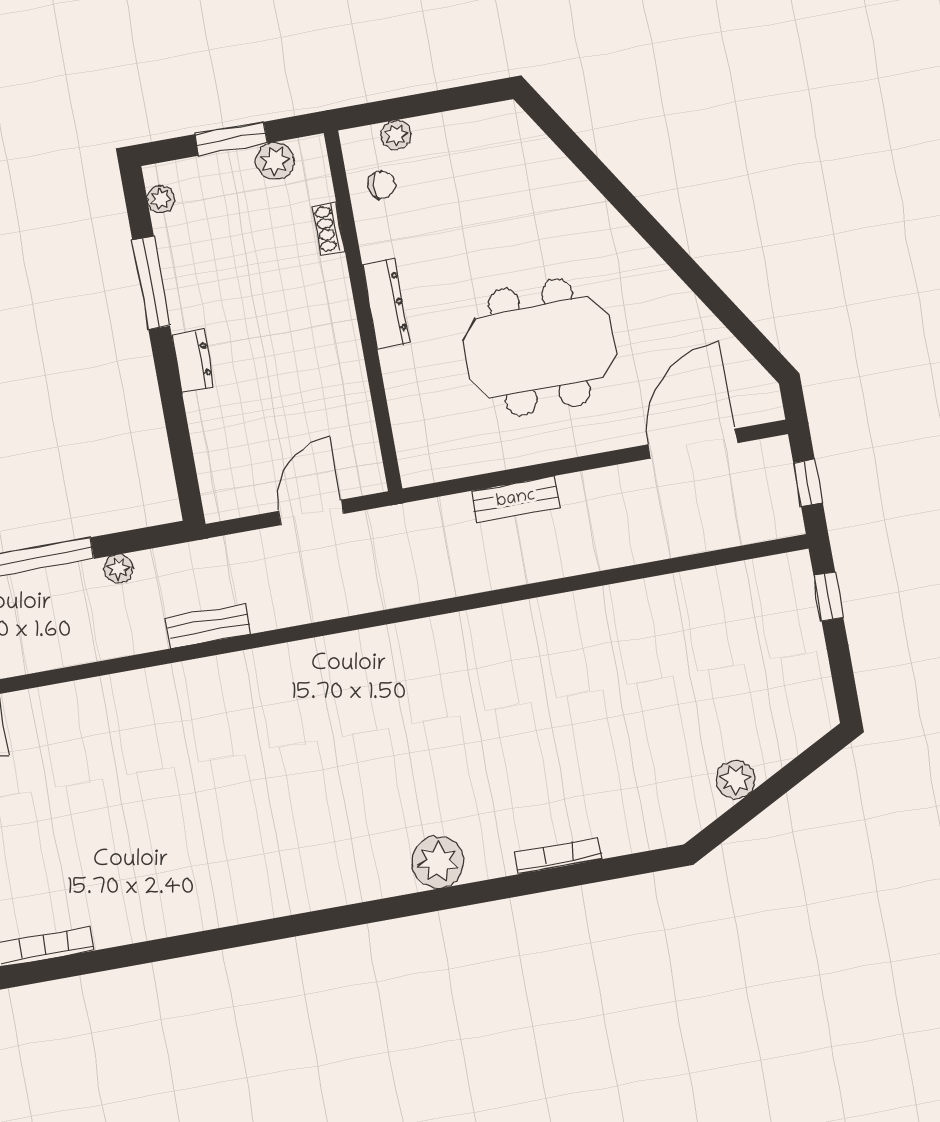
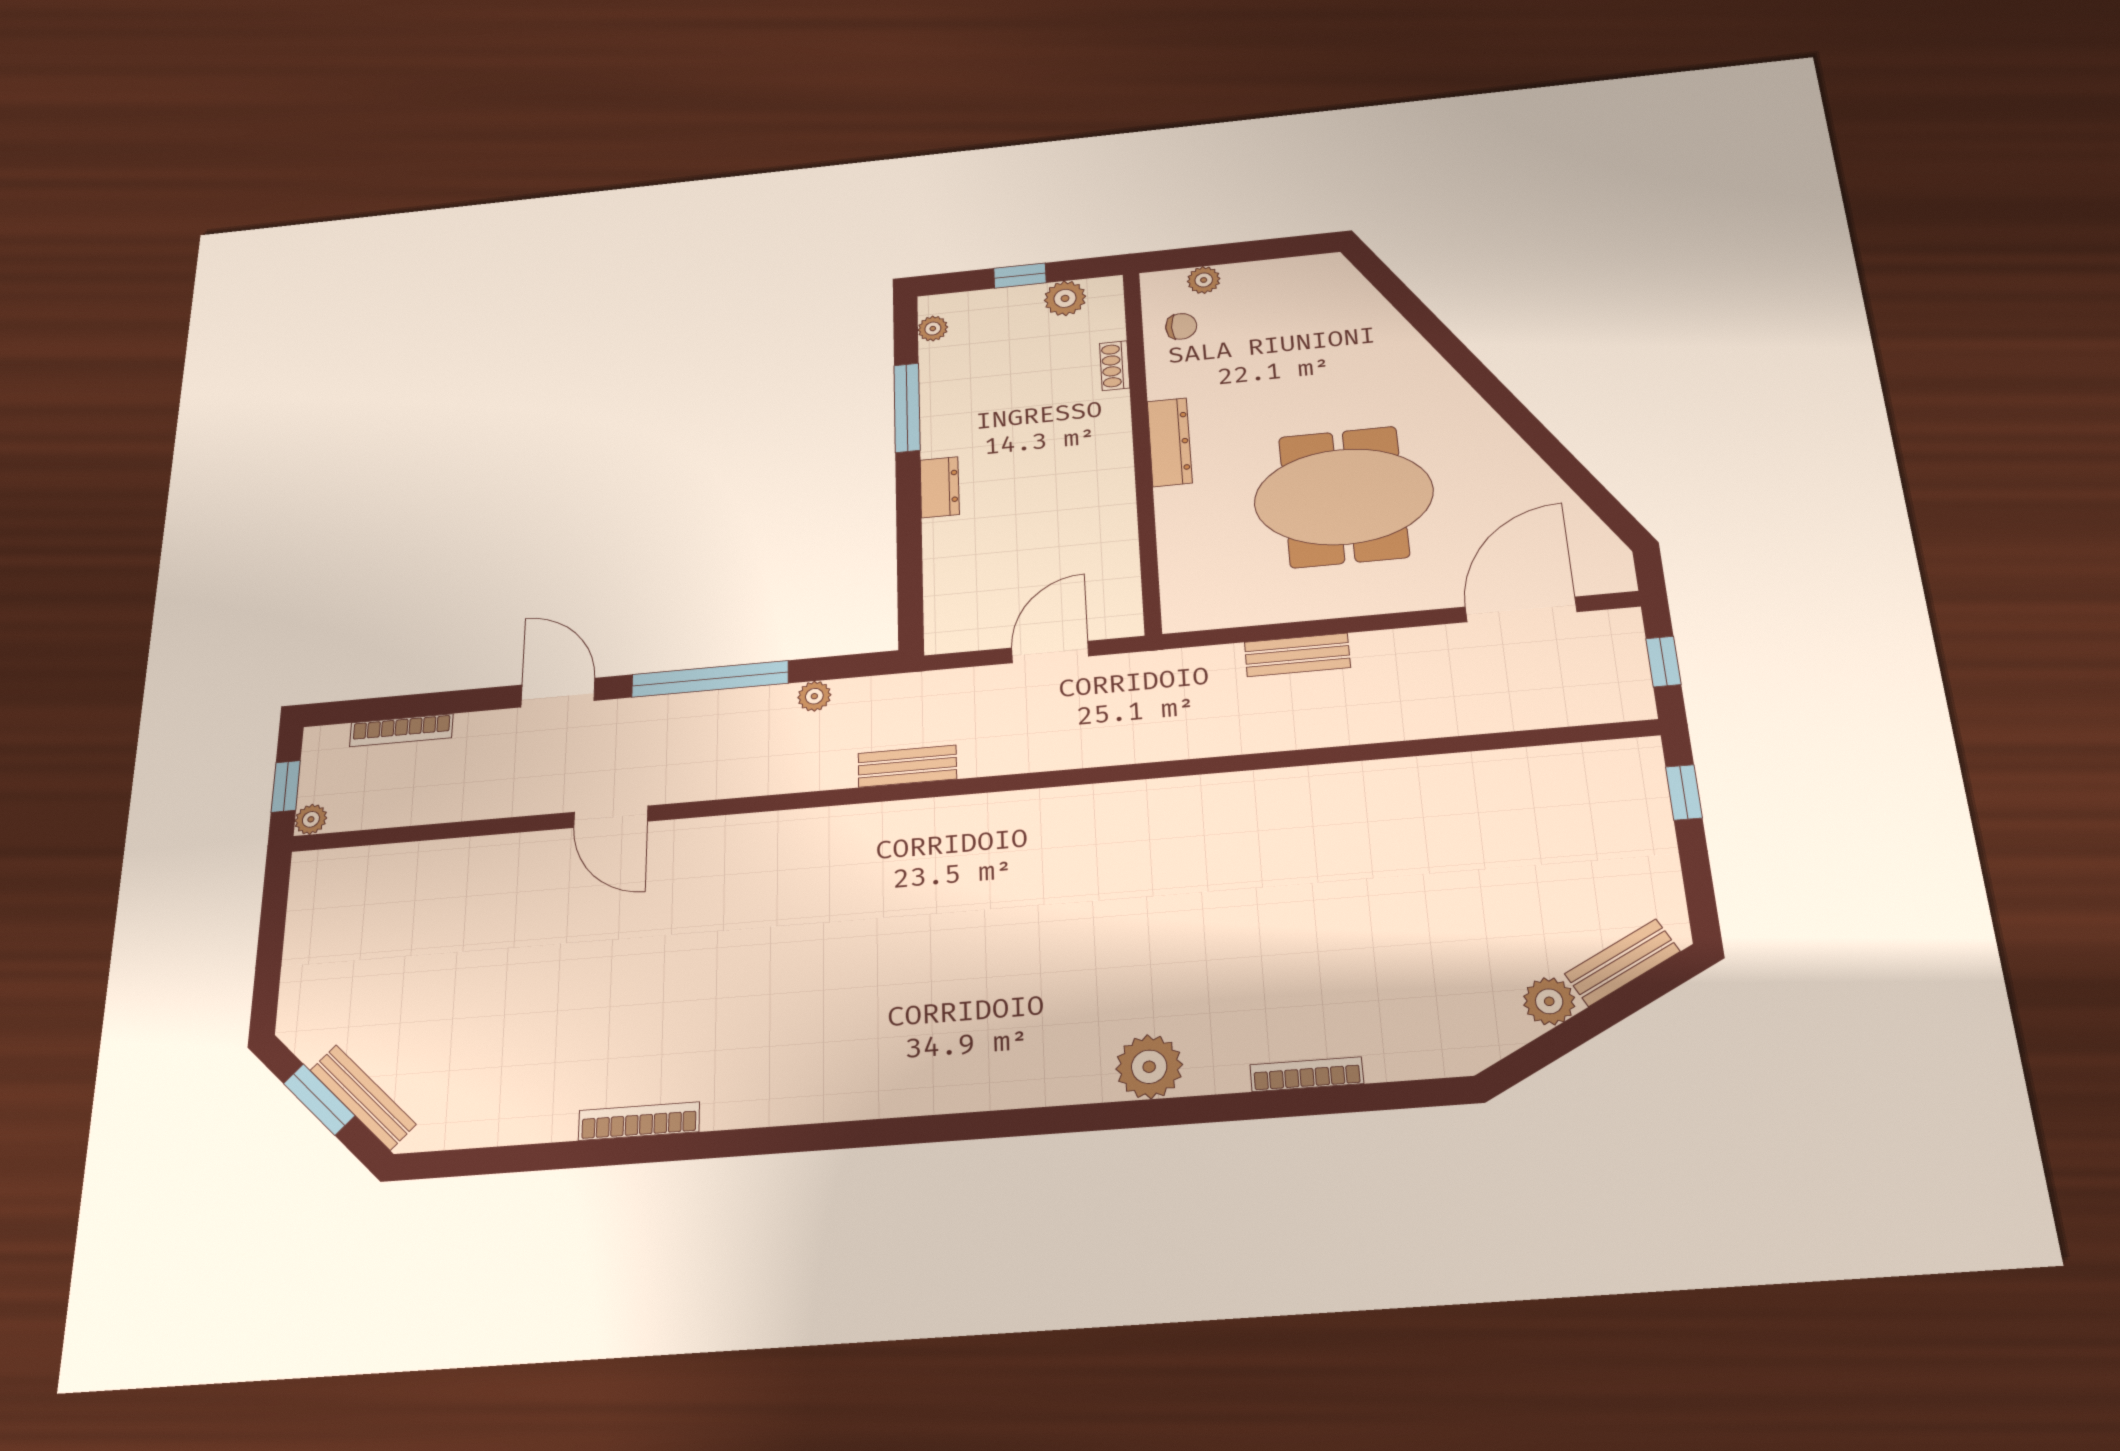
window: (231, 139) -> (1020, 276), width x0.67
bench: (788, 743) -> (1622, 963), added

